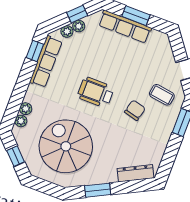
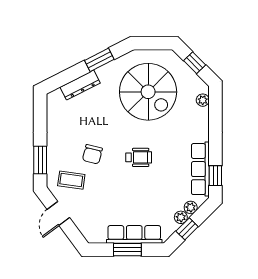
wheelchair: (96, 92) -> (139, 157), width x0.73, depth x0.73
plant: (26, 109) -> (203, 114), removed
dresser: (136, 173) -> (80, 85), moved

